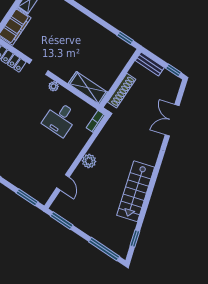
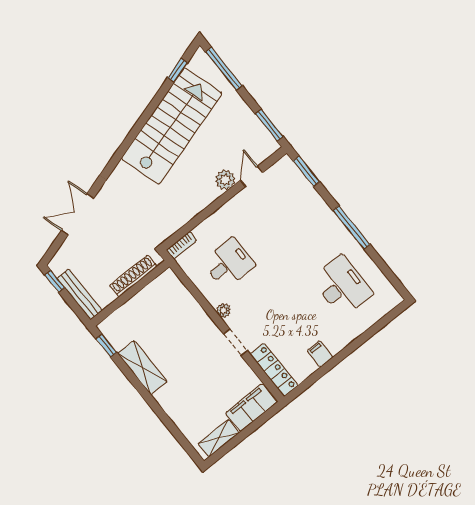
bench: (150, 64) -> (80, 294), width x1.36
shelving: (88, 88) -> (142, 368), moved
double door: (172, 120) -> (77, 214), swing flipped
plant: (89, 161) -> (225, 180), moved
stairs: (136, 191) -> (172, 126), width x1.36, depth x1.51

